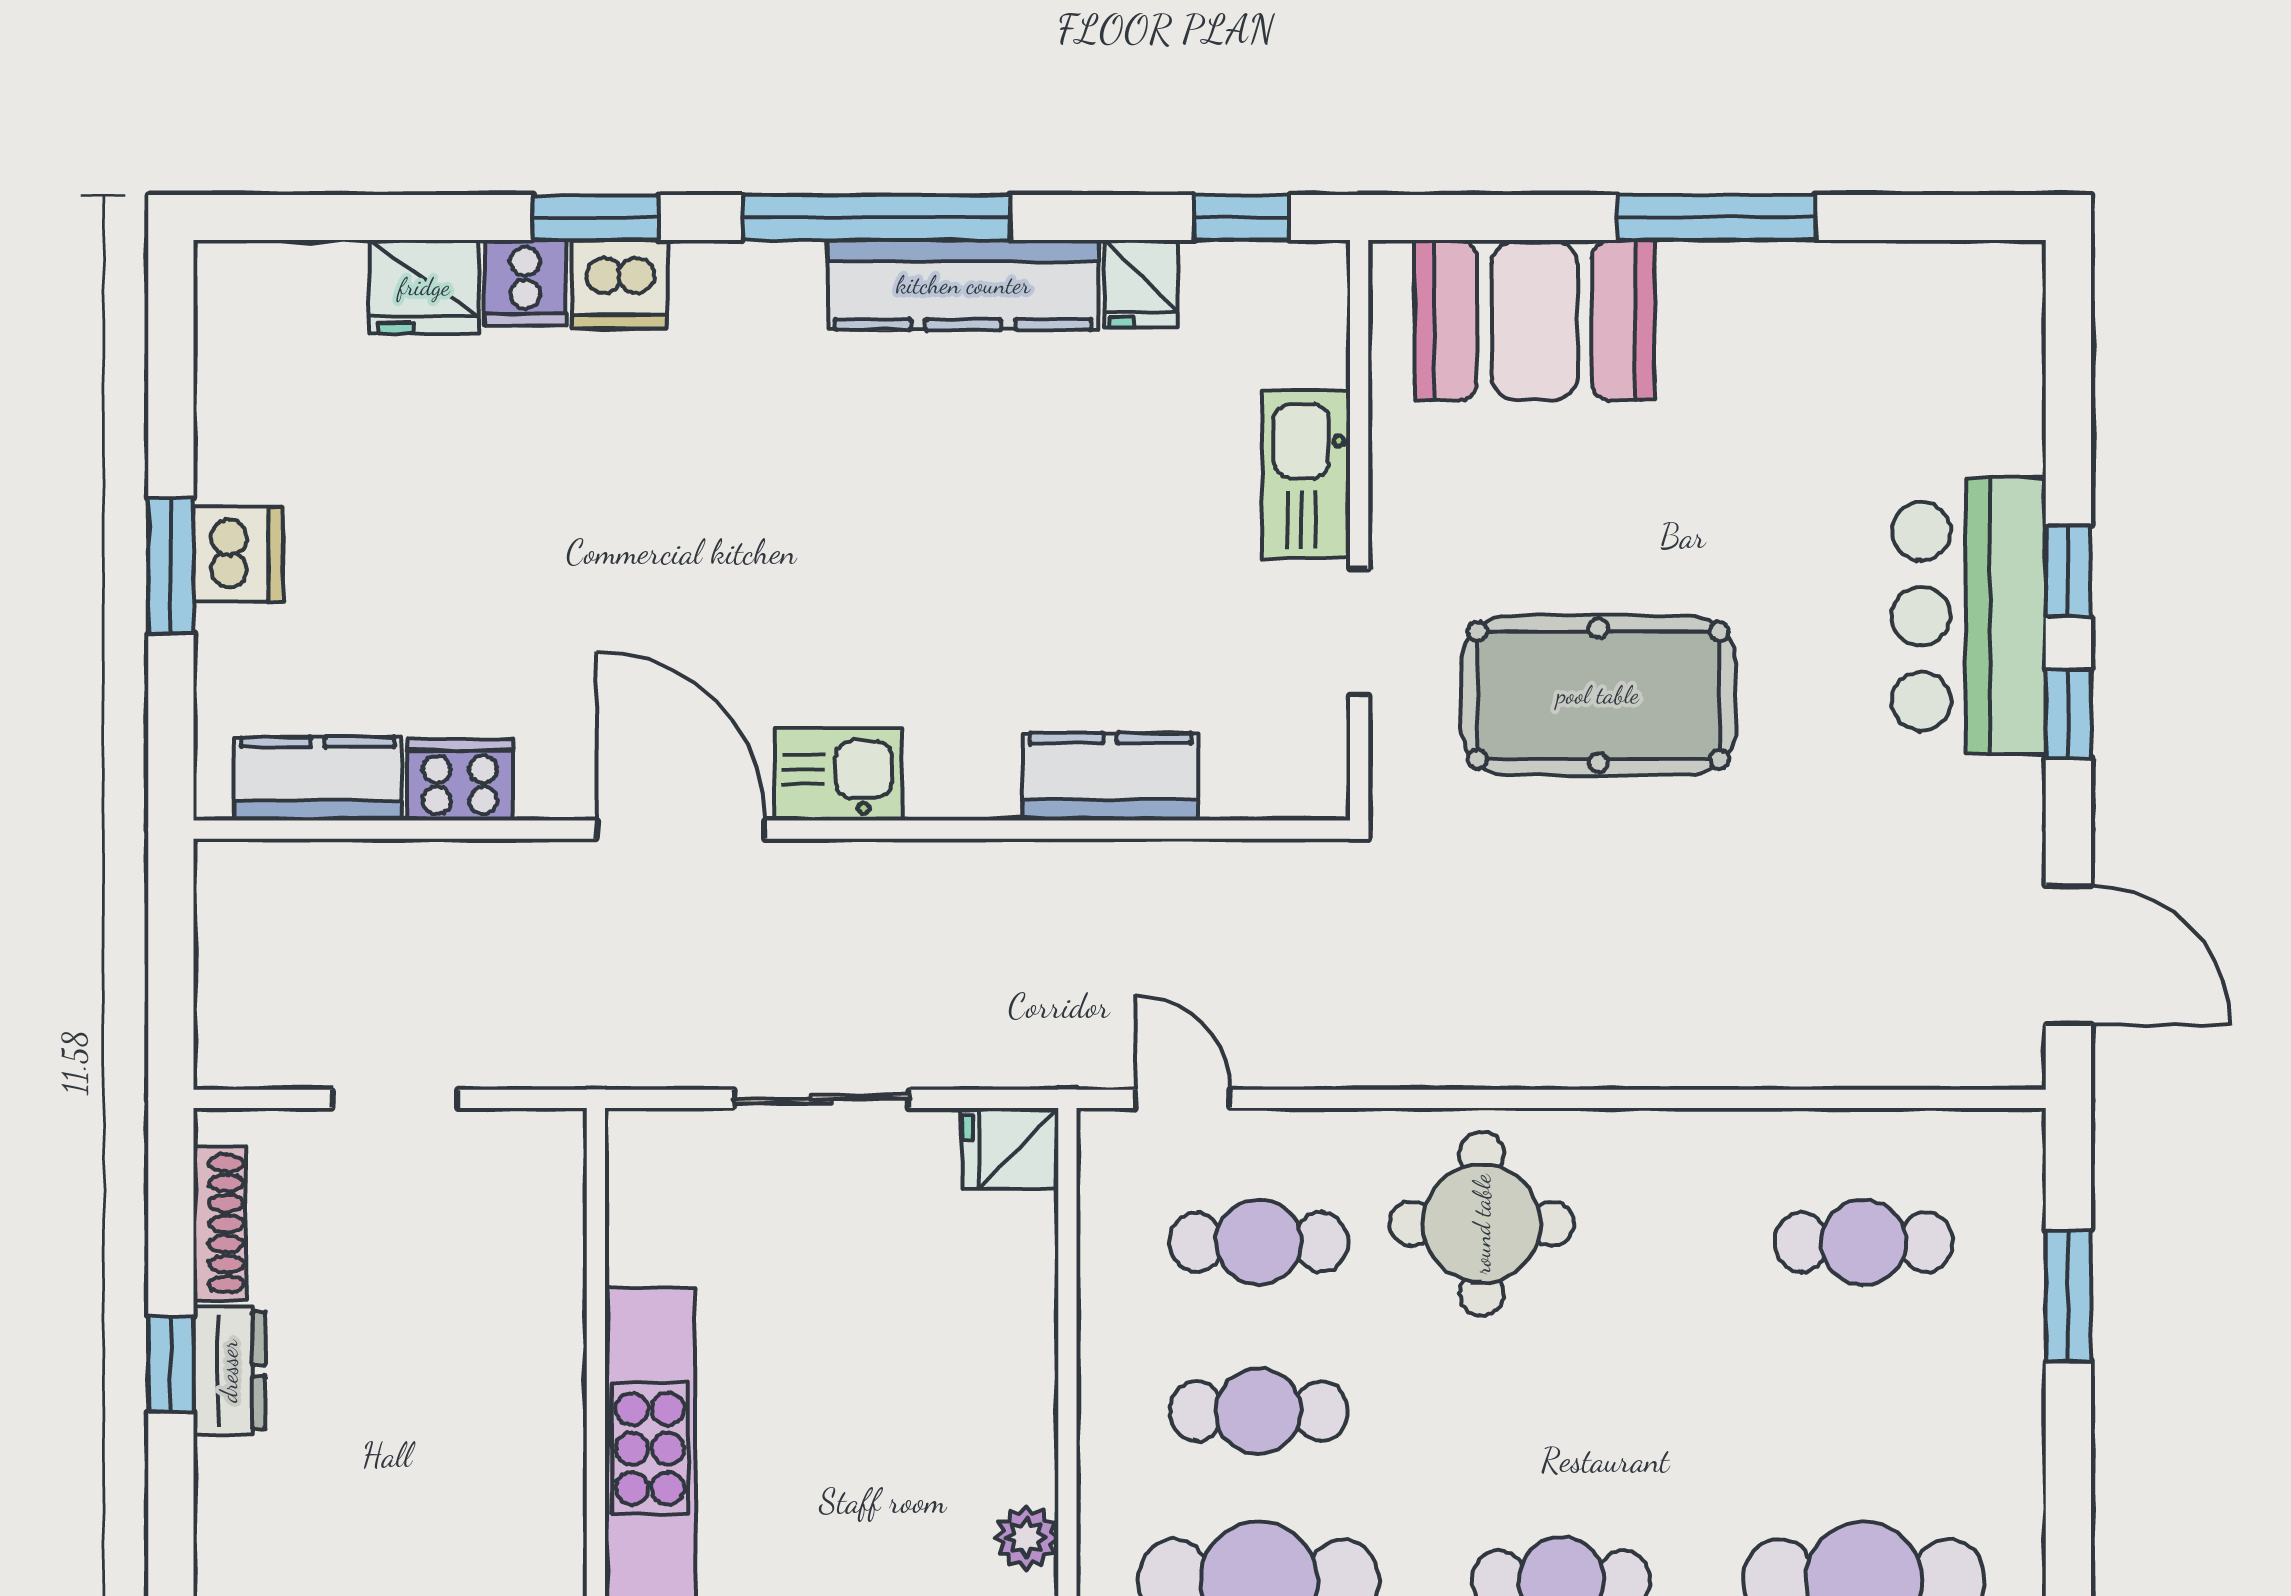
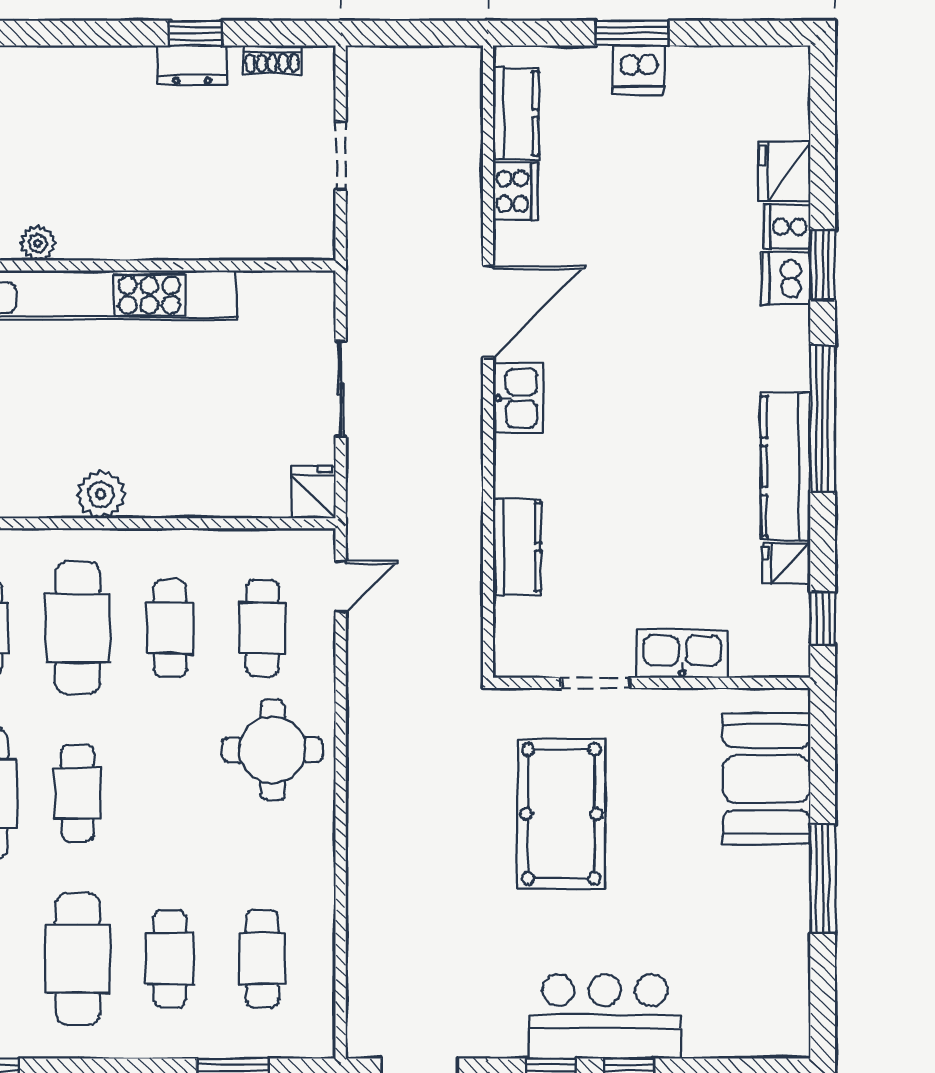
shoe rack: (220, 1224) -> (272, 60), width x0.70
cafe table: (1864, 1411) -> (170, 959), added
plant: (1026, 1538) -> (101, 494), width x1.38, depth x1.38

